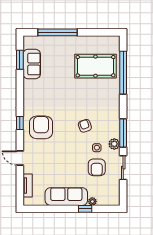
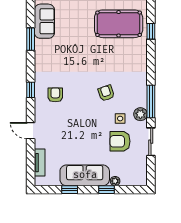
window: (20, 60) -> (31, 39), moved
window: (123, 73) -> (151, 31), width x0.32
armchair: (41, 127) -> (55, 95), width x0.53, depth x0.53
armchair: (97, 167) -> (120, 141), turned 90
window: (53, 209) -> (70, 190), added

